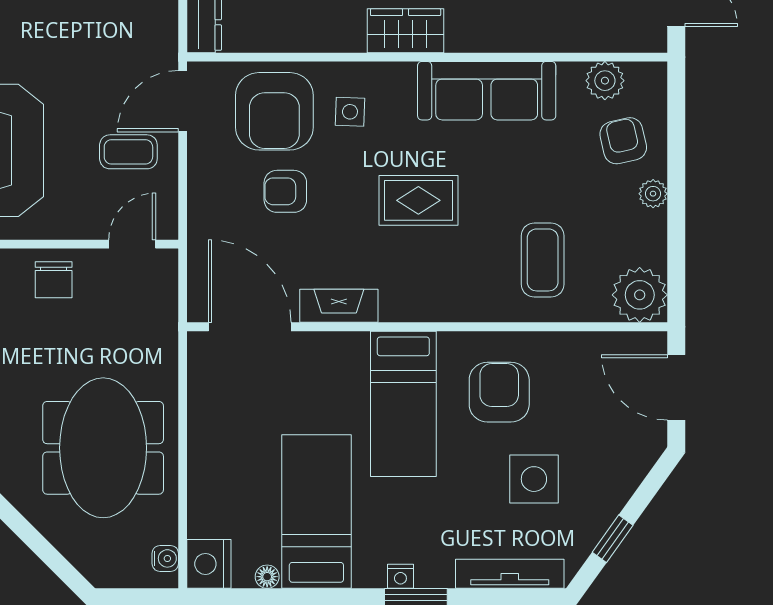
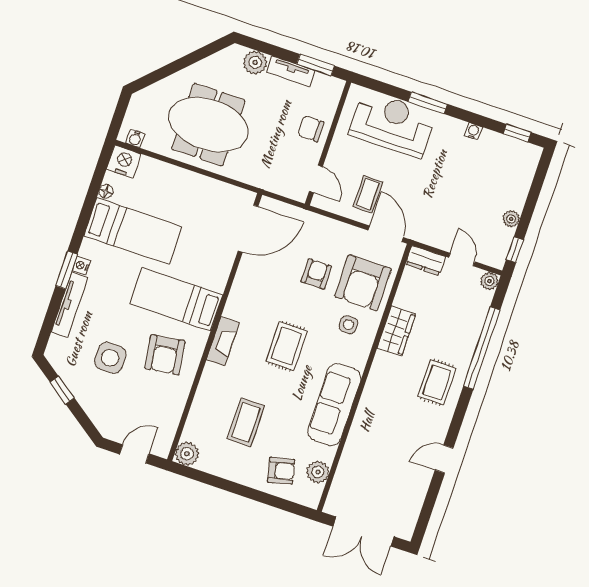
wardrobe: (406, 31) -> (396, 331), moved
armchair: (274, 111) -> (363, 283), turned -90
plant: (653, 194) -> (246, 477), removed
coffee table: (543, 260) -> (246, 422), moved, turned 90
plant: (640, 295) -> (187, 454), width x0.73, depth x0.73
fireplace: (339, 306) -> (223, 341), moved
door: (676, 387) -> (134, 454), width x0.73
armchair: (499, 392) -> (165, 355), turned 82
tv unit: (510, 574) -> (69, 305), moved

